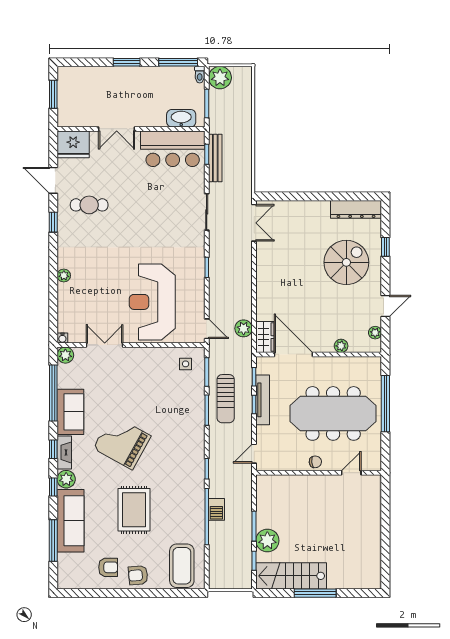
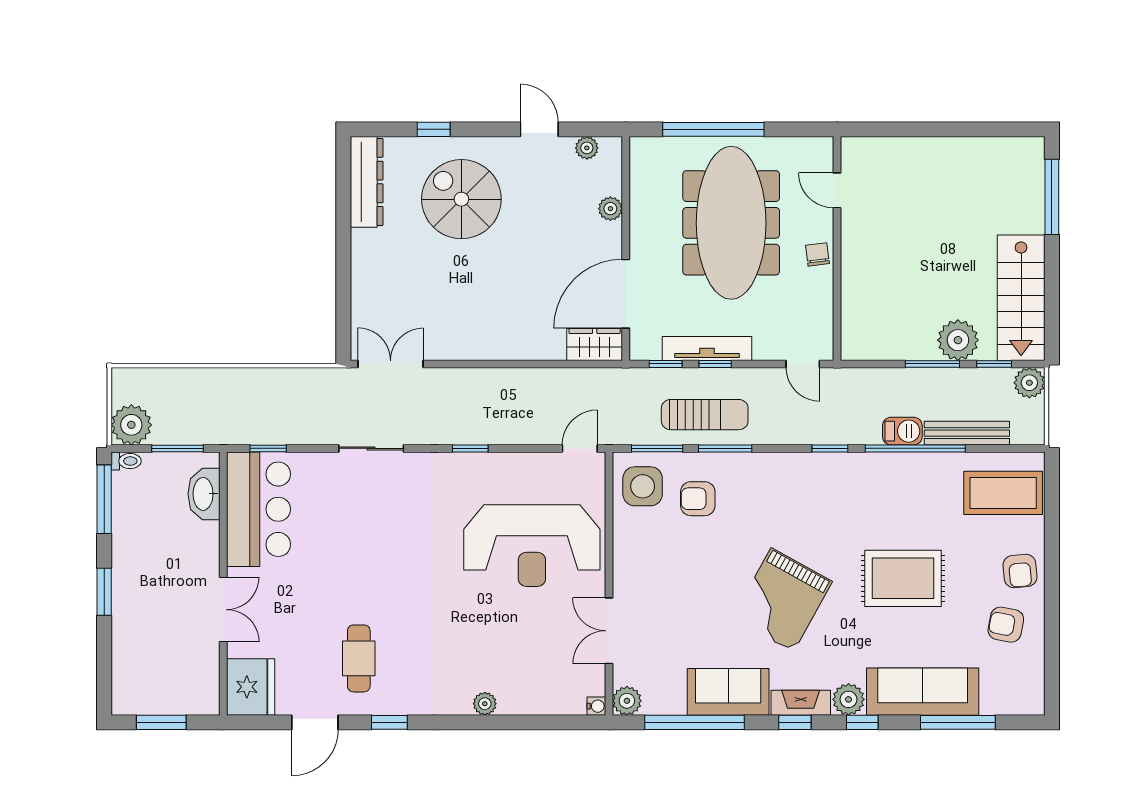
bench: (215, 158) -> (967, 433), moved
plant: (244, 328) -> (1029, 383), moved
side table: (186, 364) -> (643, 486), width x1.87, depth x1.87
armchair: (179, 395) -> (698, 499), added
armchair: (108, 567) -> (1006, 625), turned -79
window: (315, 593) -> (1052, 197), moved

